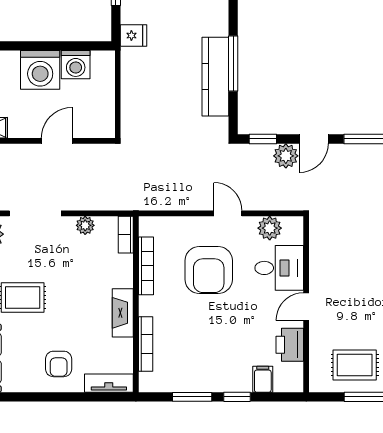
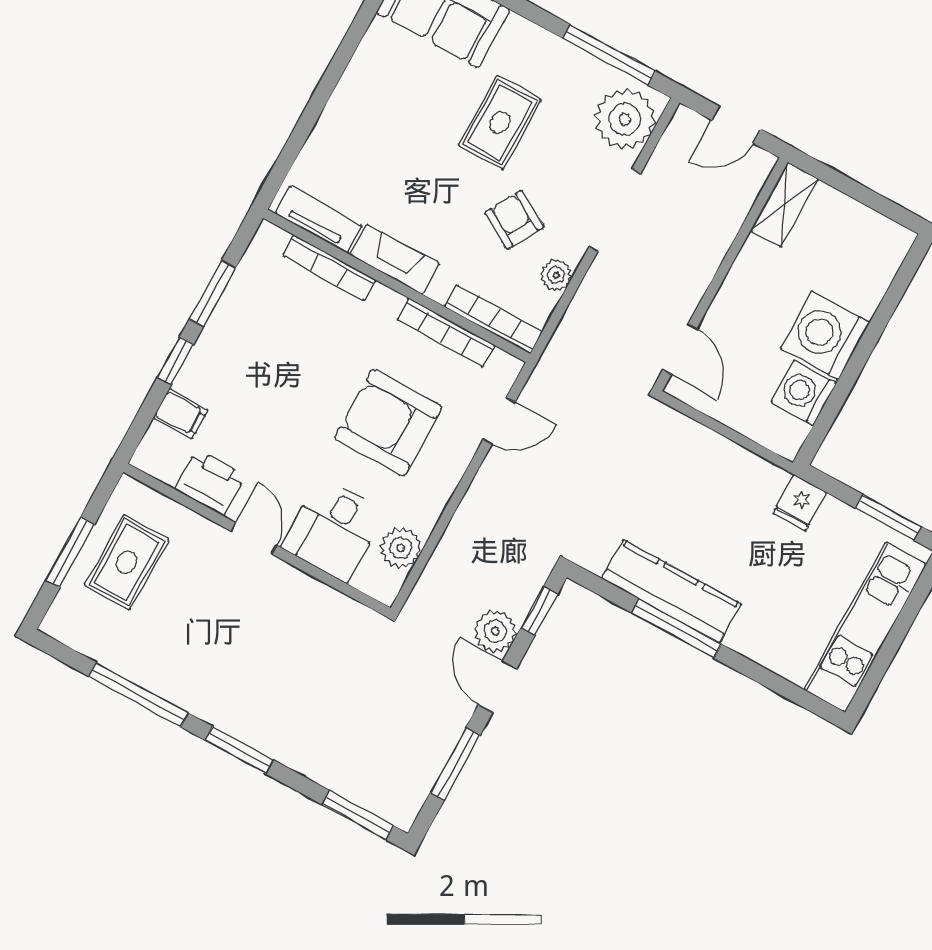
door: (57, 141) -> (680, 349), moved
door: (228, 213) -> (499, 421), moved
bookcase: (126, 235) -> (493, 319), width x1.56
armchair: (59, 364) -> (514, 220), moved, turned 30
tv unit: (109, 383) -> (319, 220), moved, turned -90

